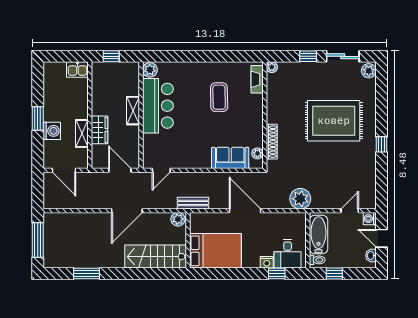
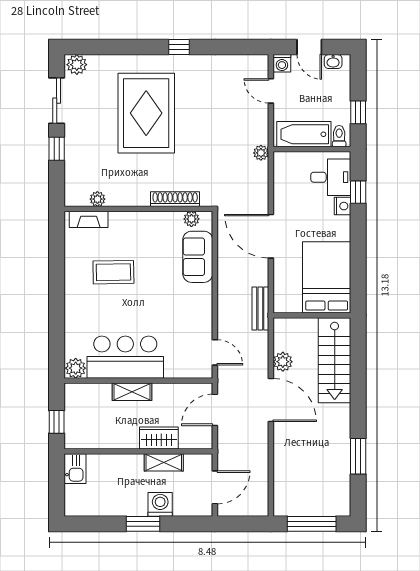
plant: (272, 67) -> (97, 199), moved
plant: (300, 199) -> (261, 153), width x0.53, depth x0.53
door: (245, 211) -> (271, 236), hinge flipped
plant: (178, 219) -> (283, 362), moved
door: (381, 238) -> (309, 47), hinge flipped

